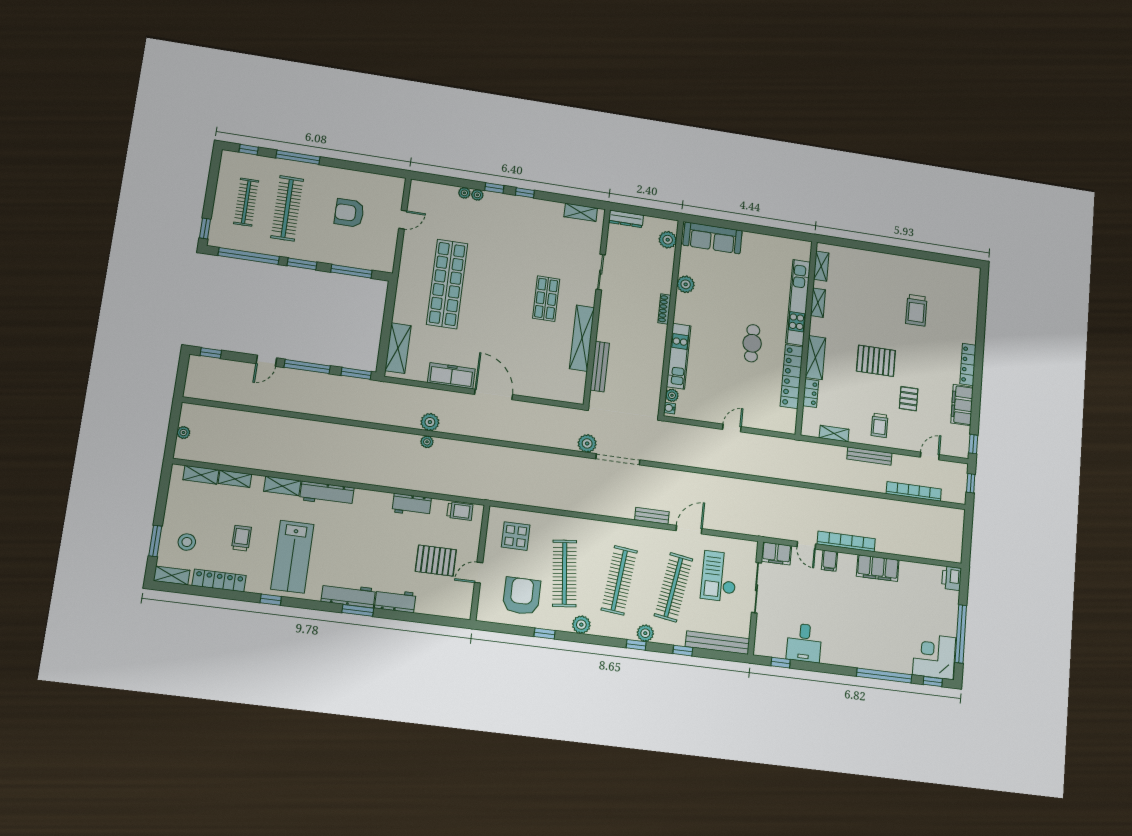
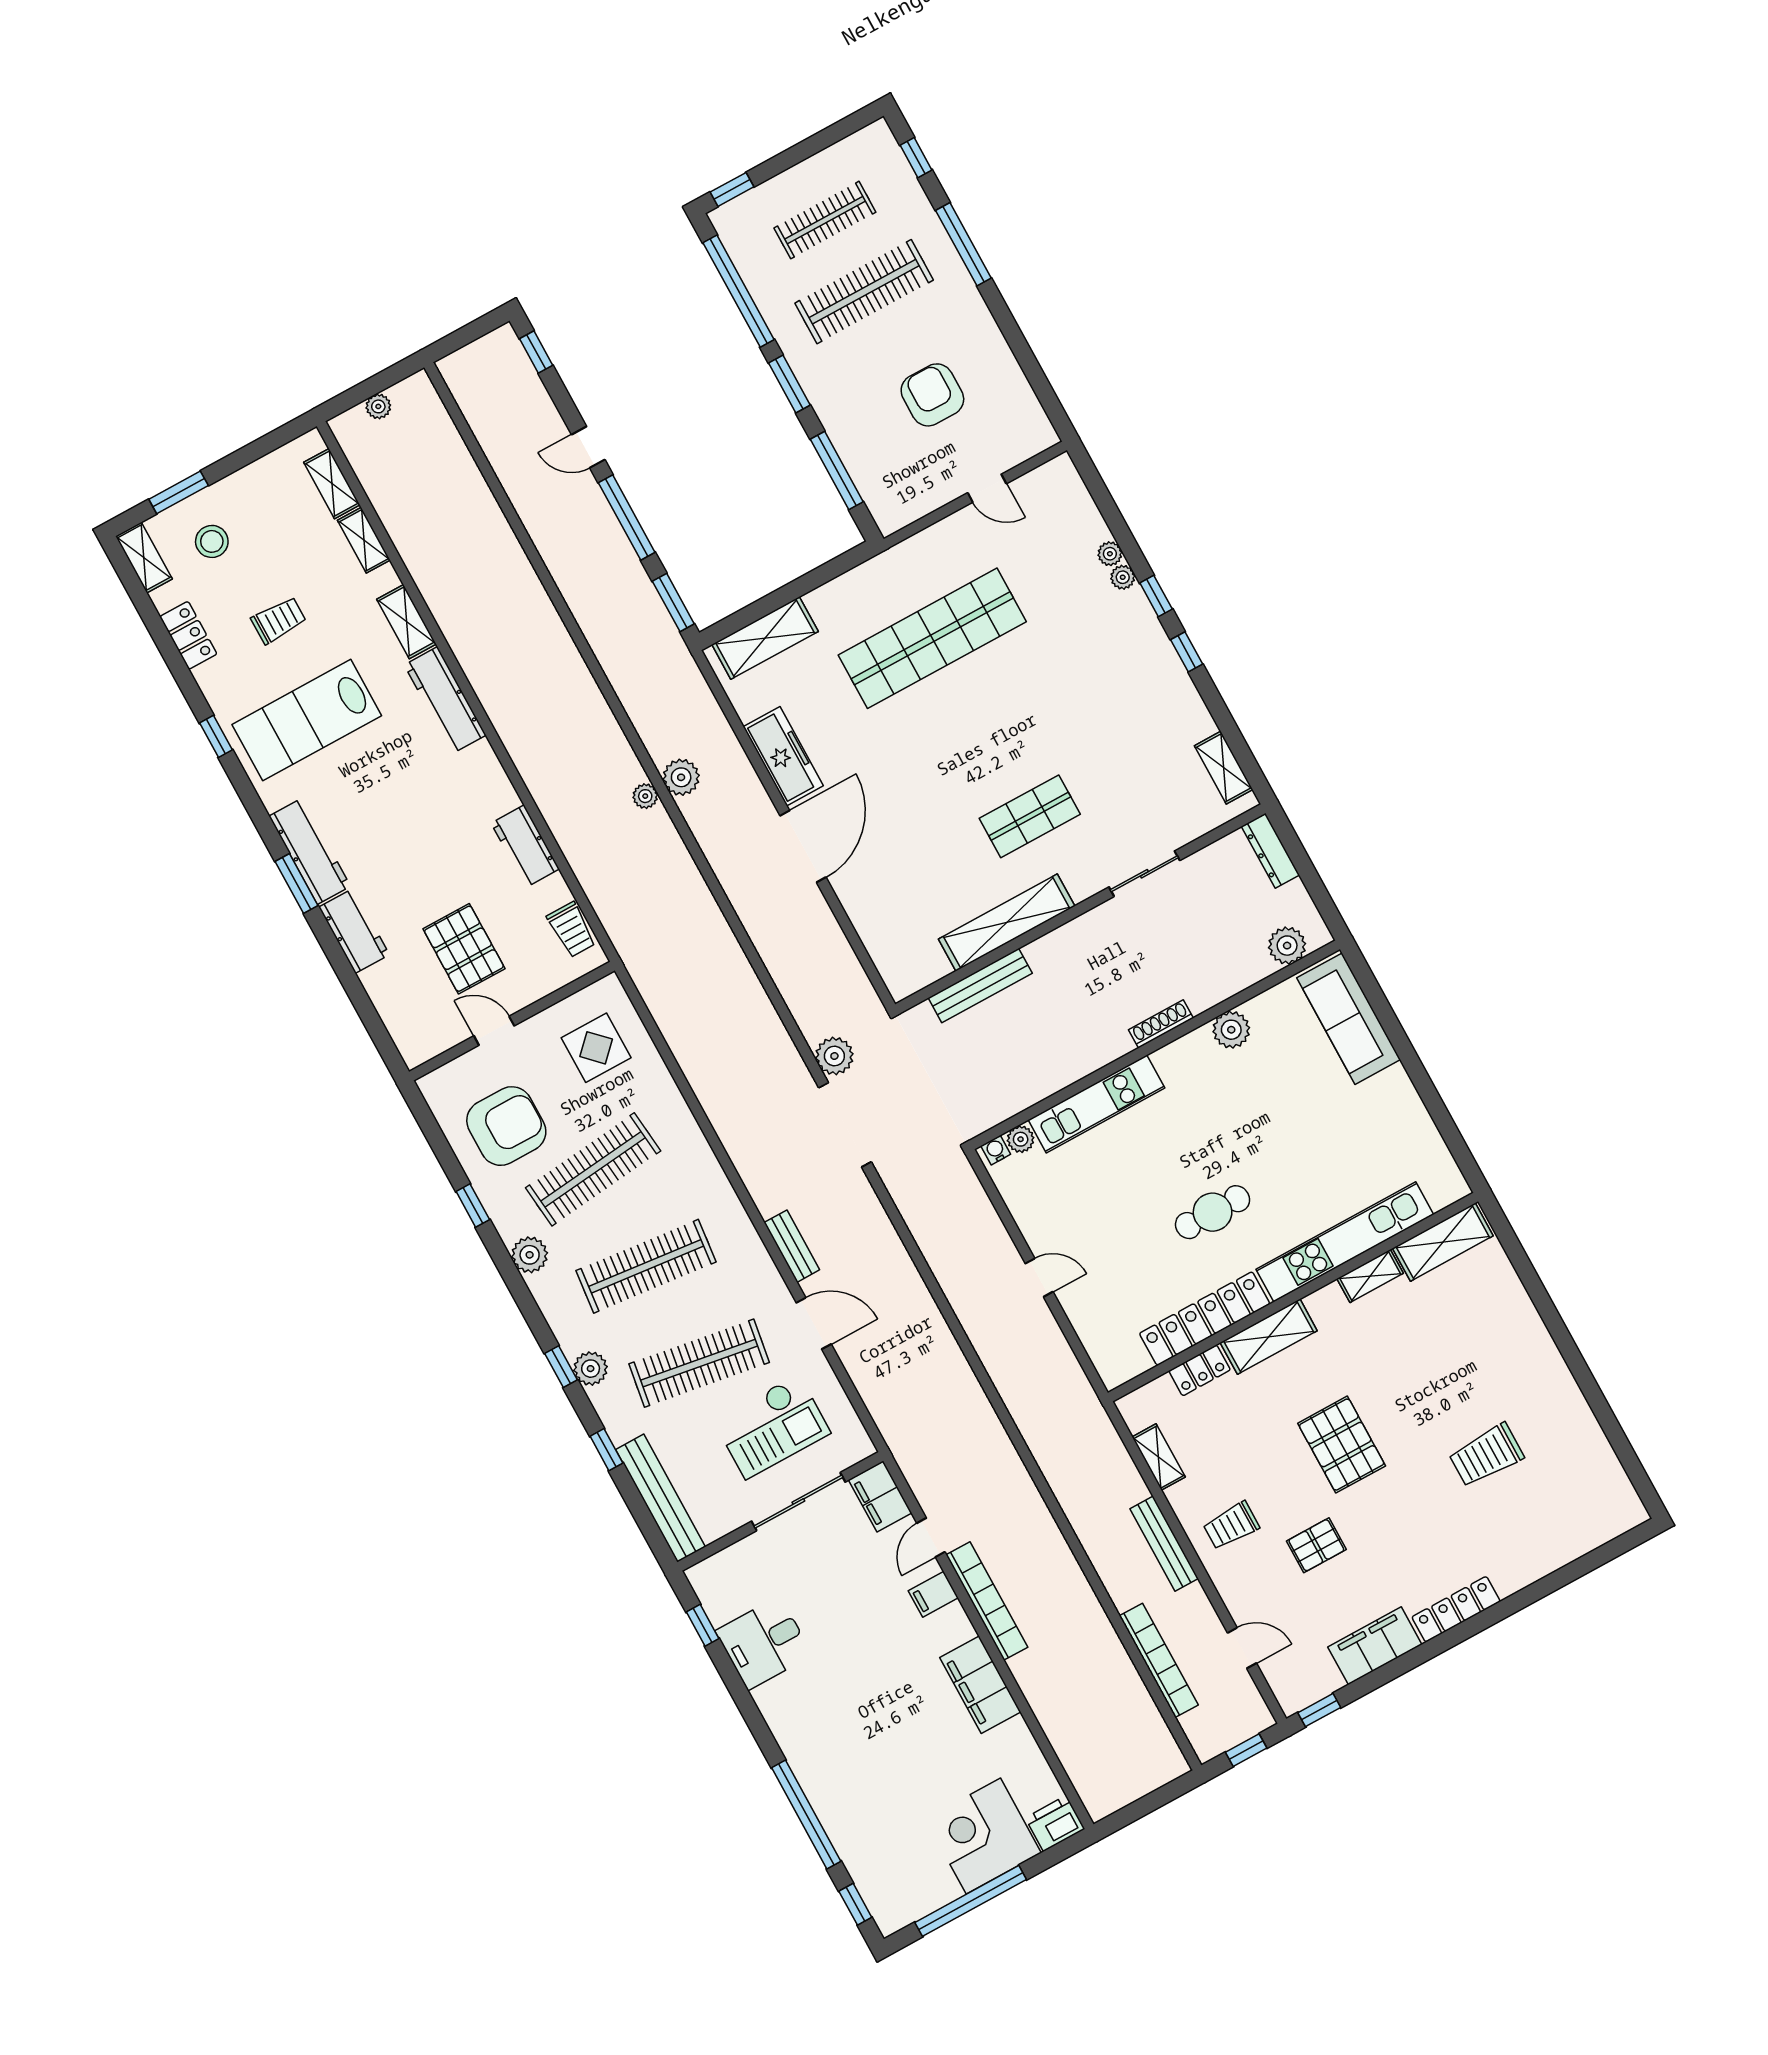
shelving: (821, 266) -> (1443, 1242), width x1.50, depth x1.33
checkout: (719, 576) -> (772, 1427), turned 180
locker: (219, 580) -> (188, 635), width x0.66
corner desk: (934, 656) -> (983, 1836), moved, turned -90

